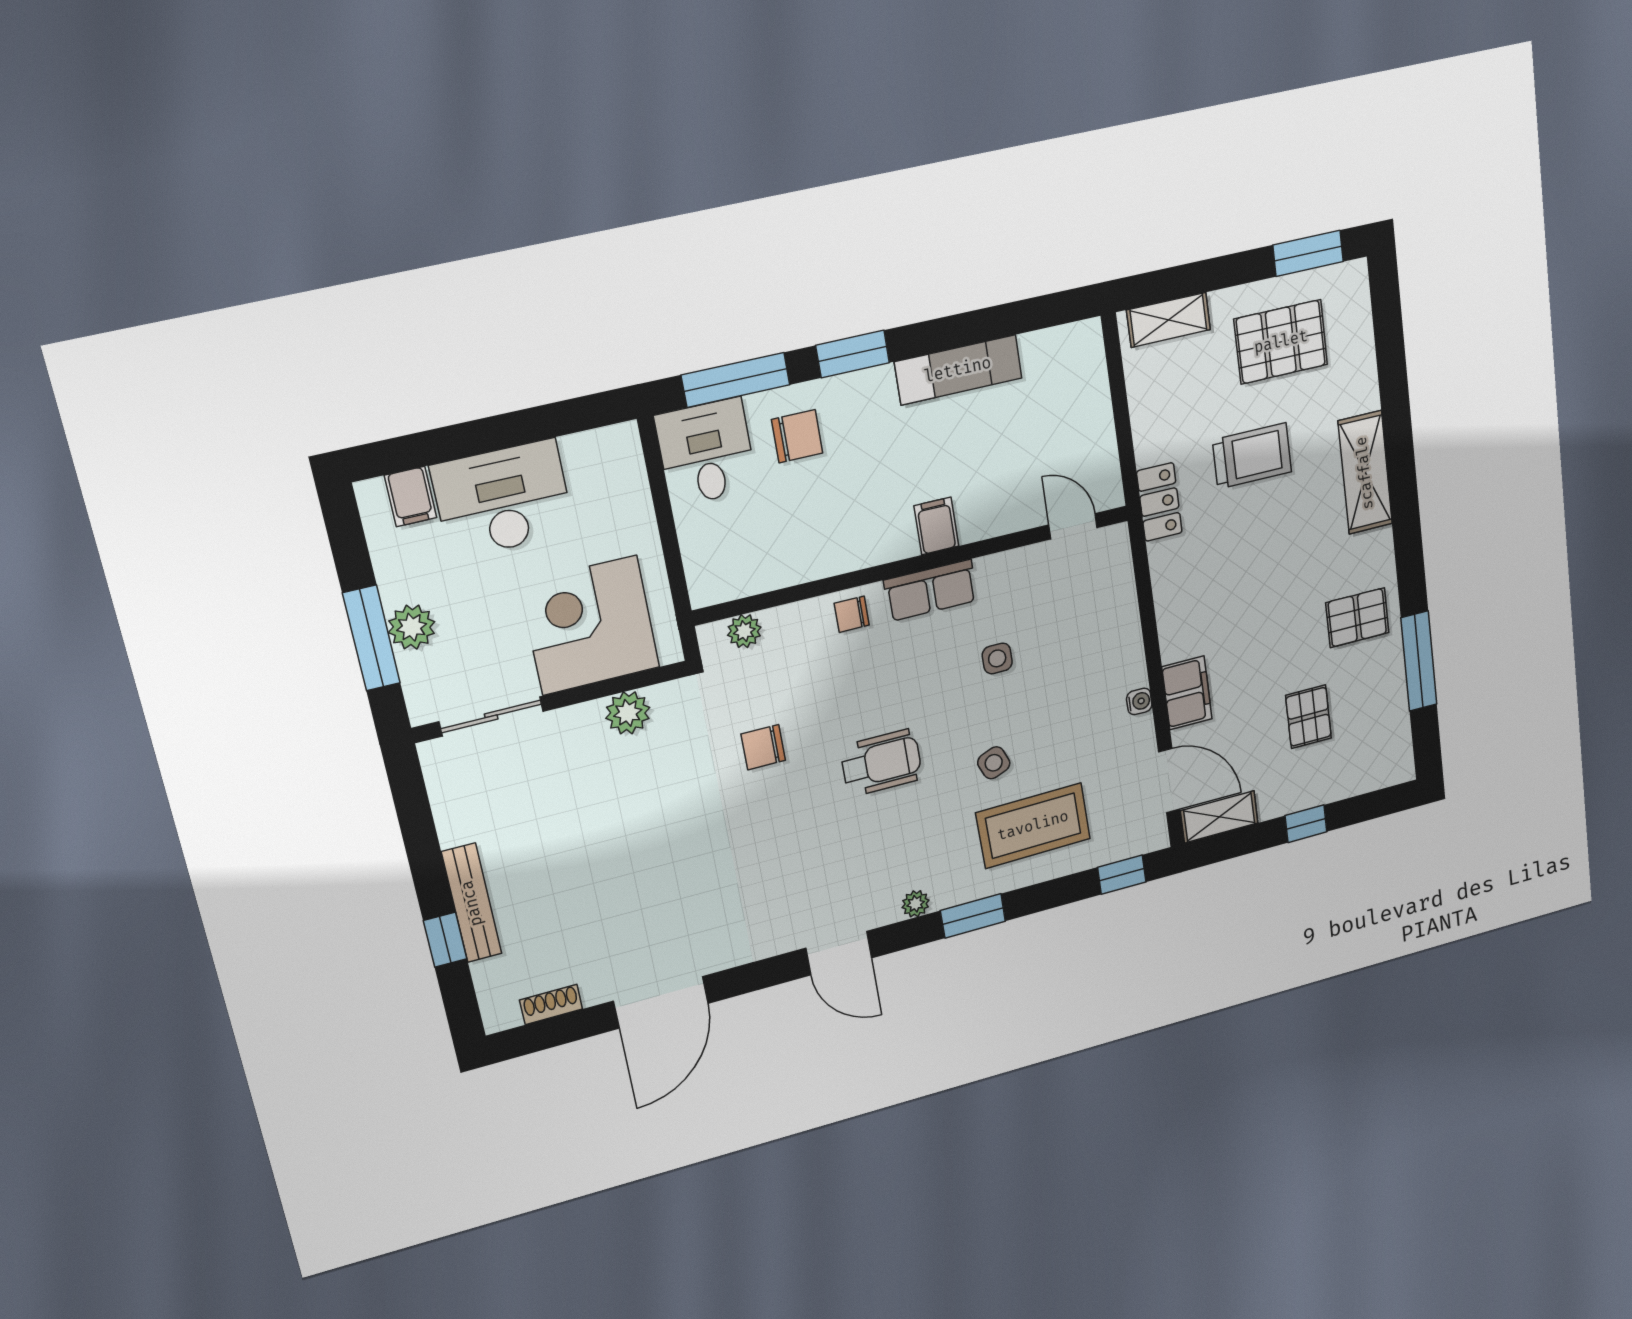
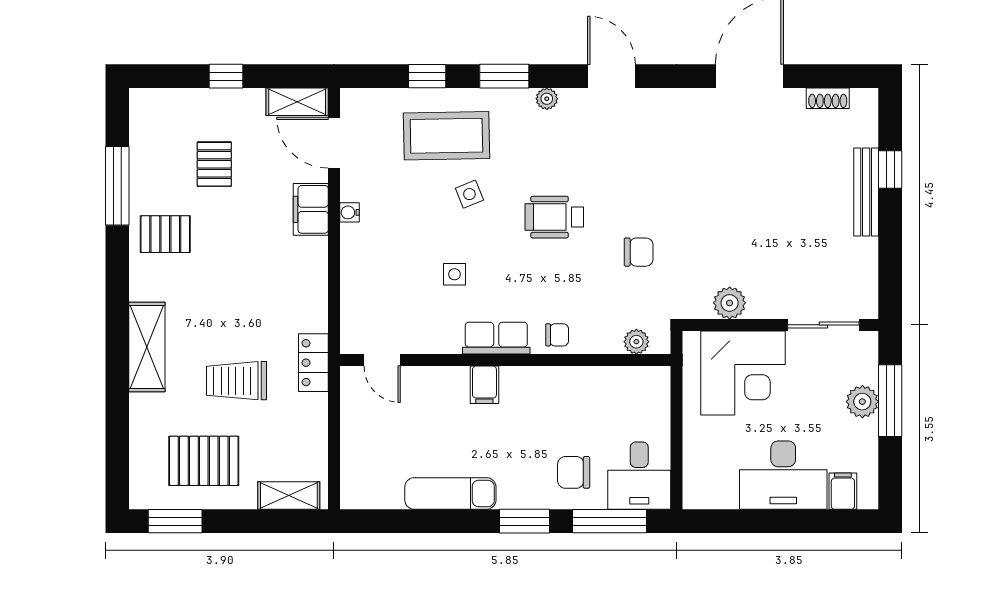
window: (1122, 875) -> (427, 76), moved

